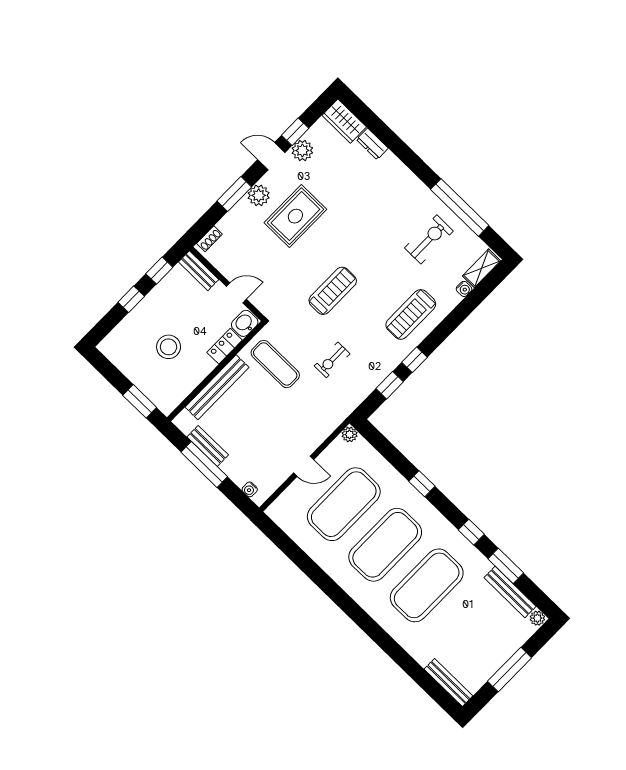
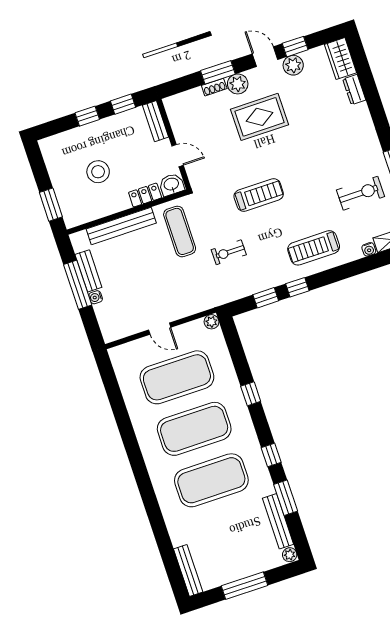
shoe rack: (209, 239) -> (214, 87), moved
water cooler: (250, 489) -> (96, 297), moved

